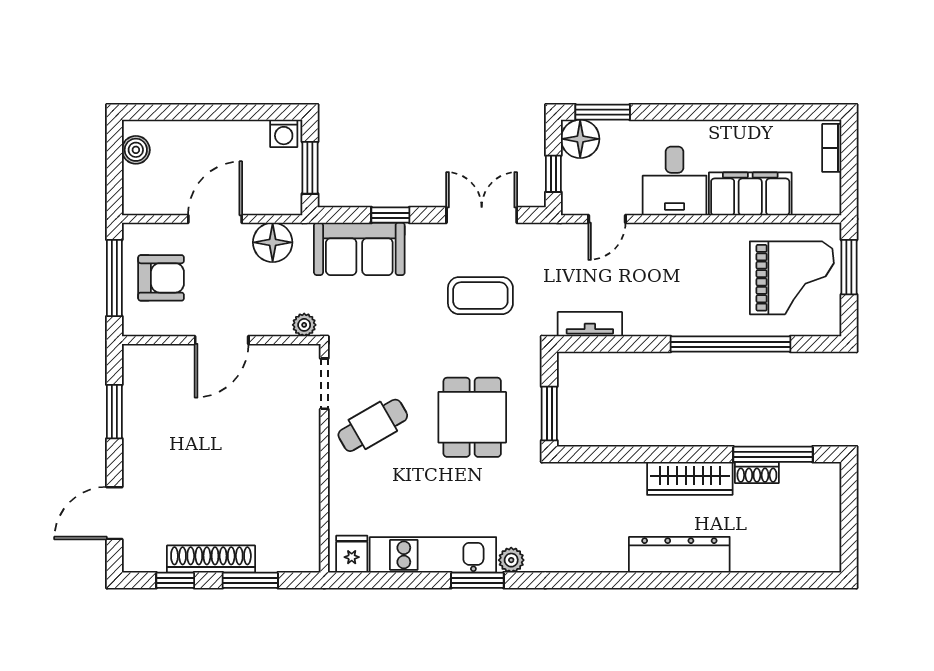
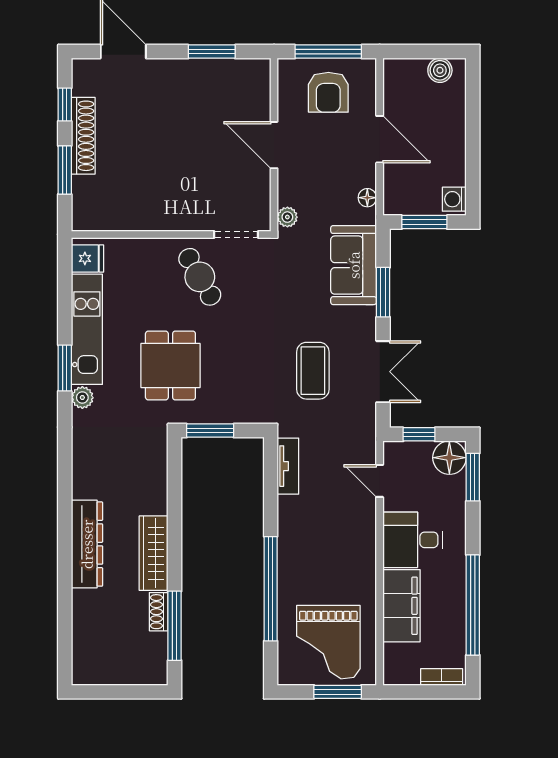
window: (749, 112) -> (473, 605), added
window: (390, 215) -> (383, 292), width x1.50
floor lamp: (273, 242) -> (367, 198), width x0.53, depth x0.53
dining table: (472, 417) -> (170, 366), moved, turned 90

